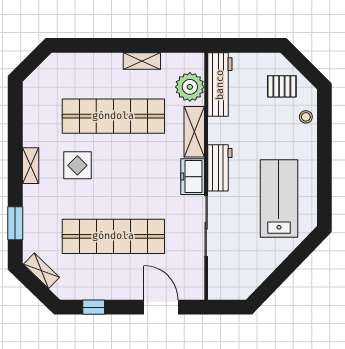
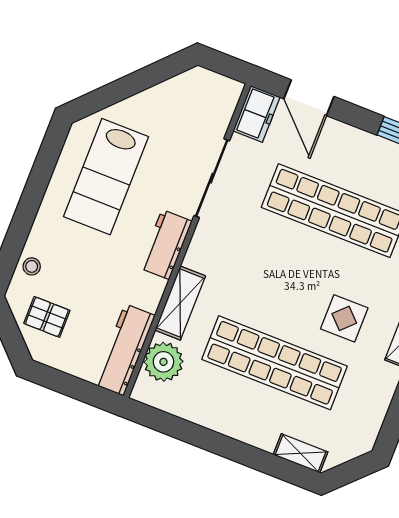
shelving: (142, 61) -> (300, 453), moved
freezer: (193, 177) -> (257, 114), moved

